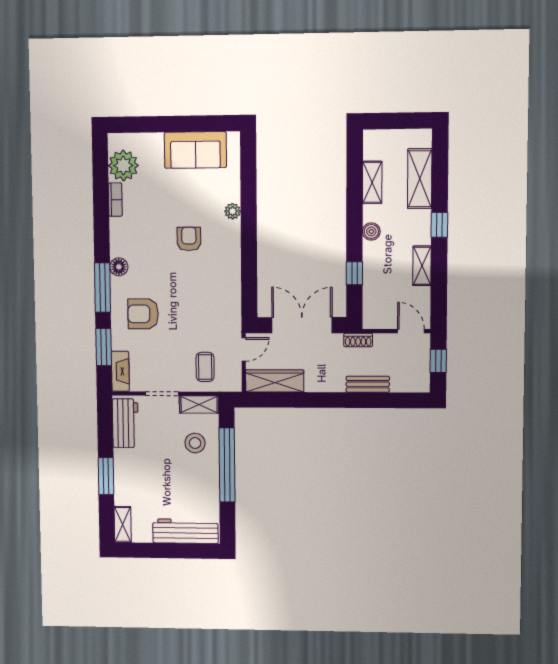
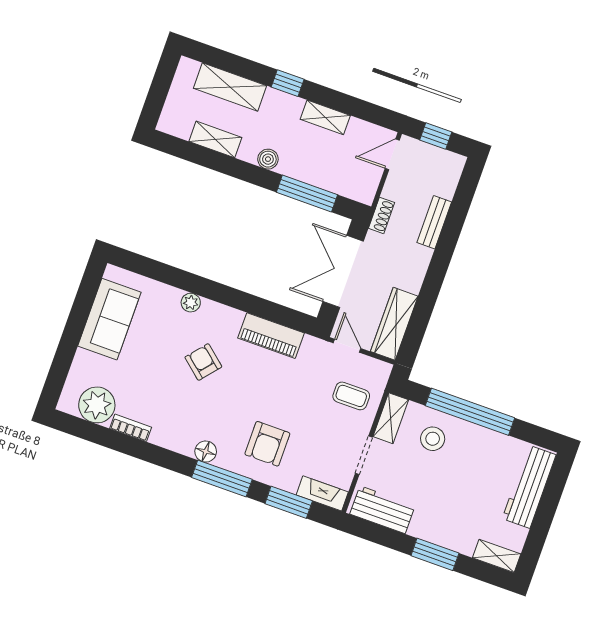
armchair: (189, 239) -> (203, 362), turned 40
window: (354, 273) -> (307, 193), width x2.17
piano: (230, 286) -> (271, 336), added

